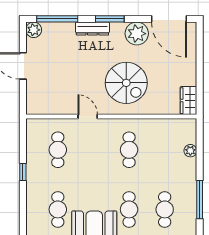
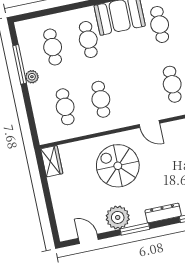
window: (110, 19) -> (135, 229), moved
door: (169, 19) -> (88, 239), width x0.53
cafe table: (165, 150) -> (65, 107), added
plant: (190, 151) -> (32, 77), moved

